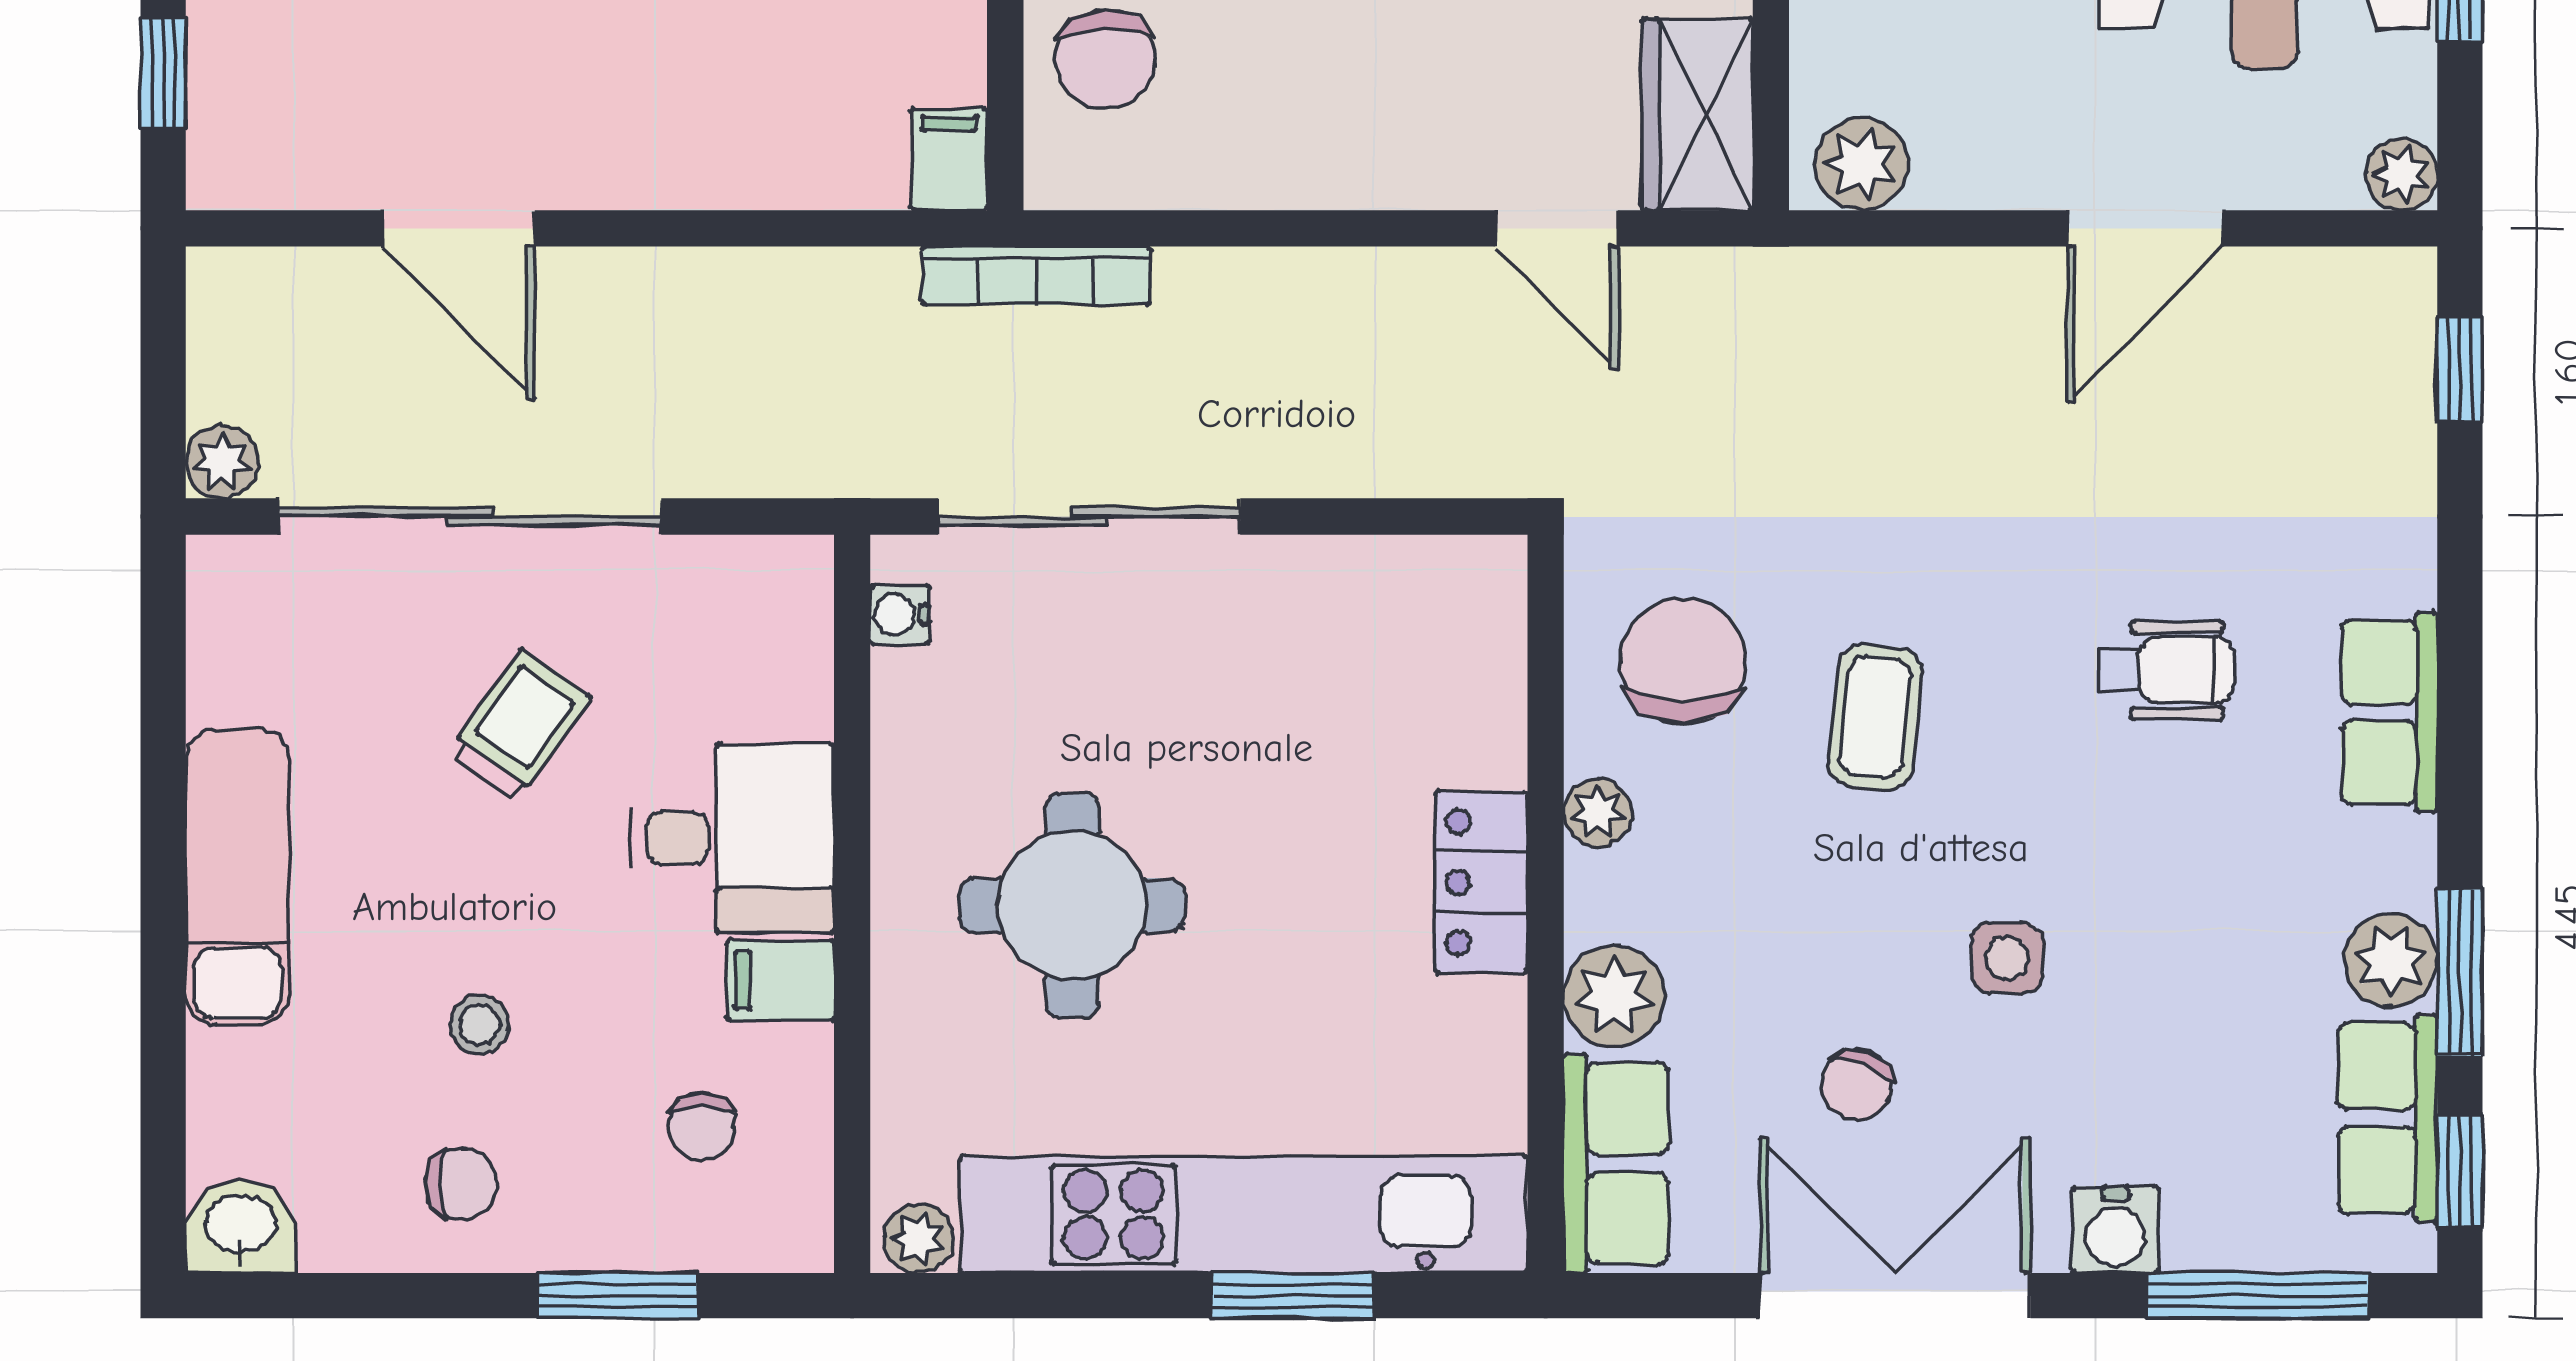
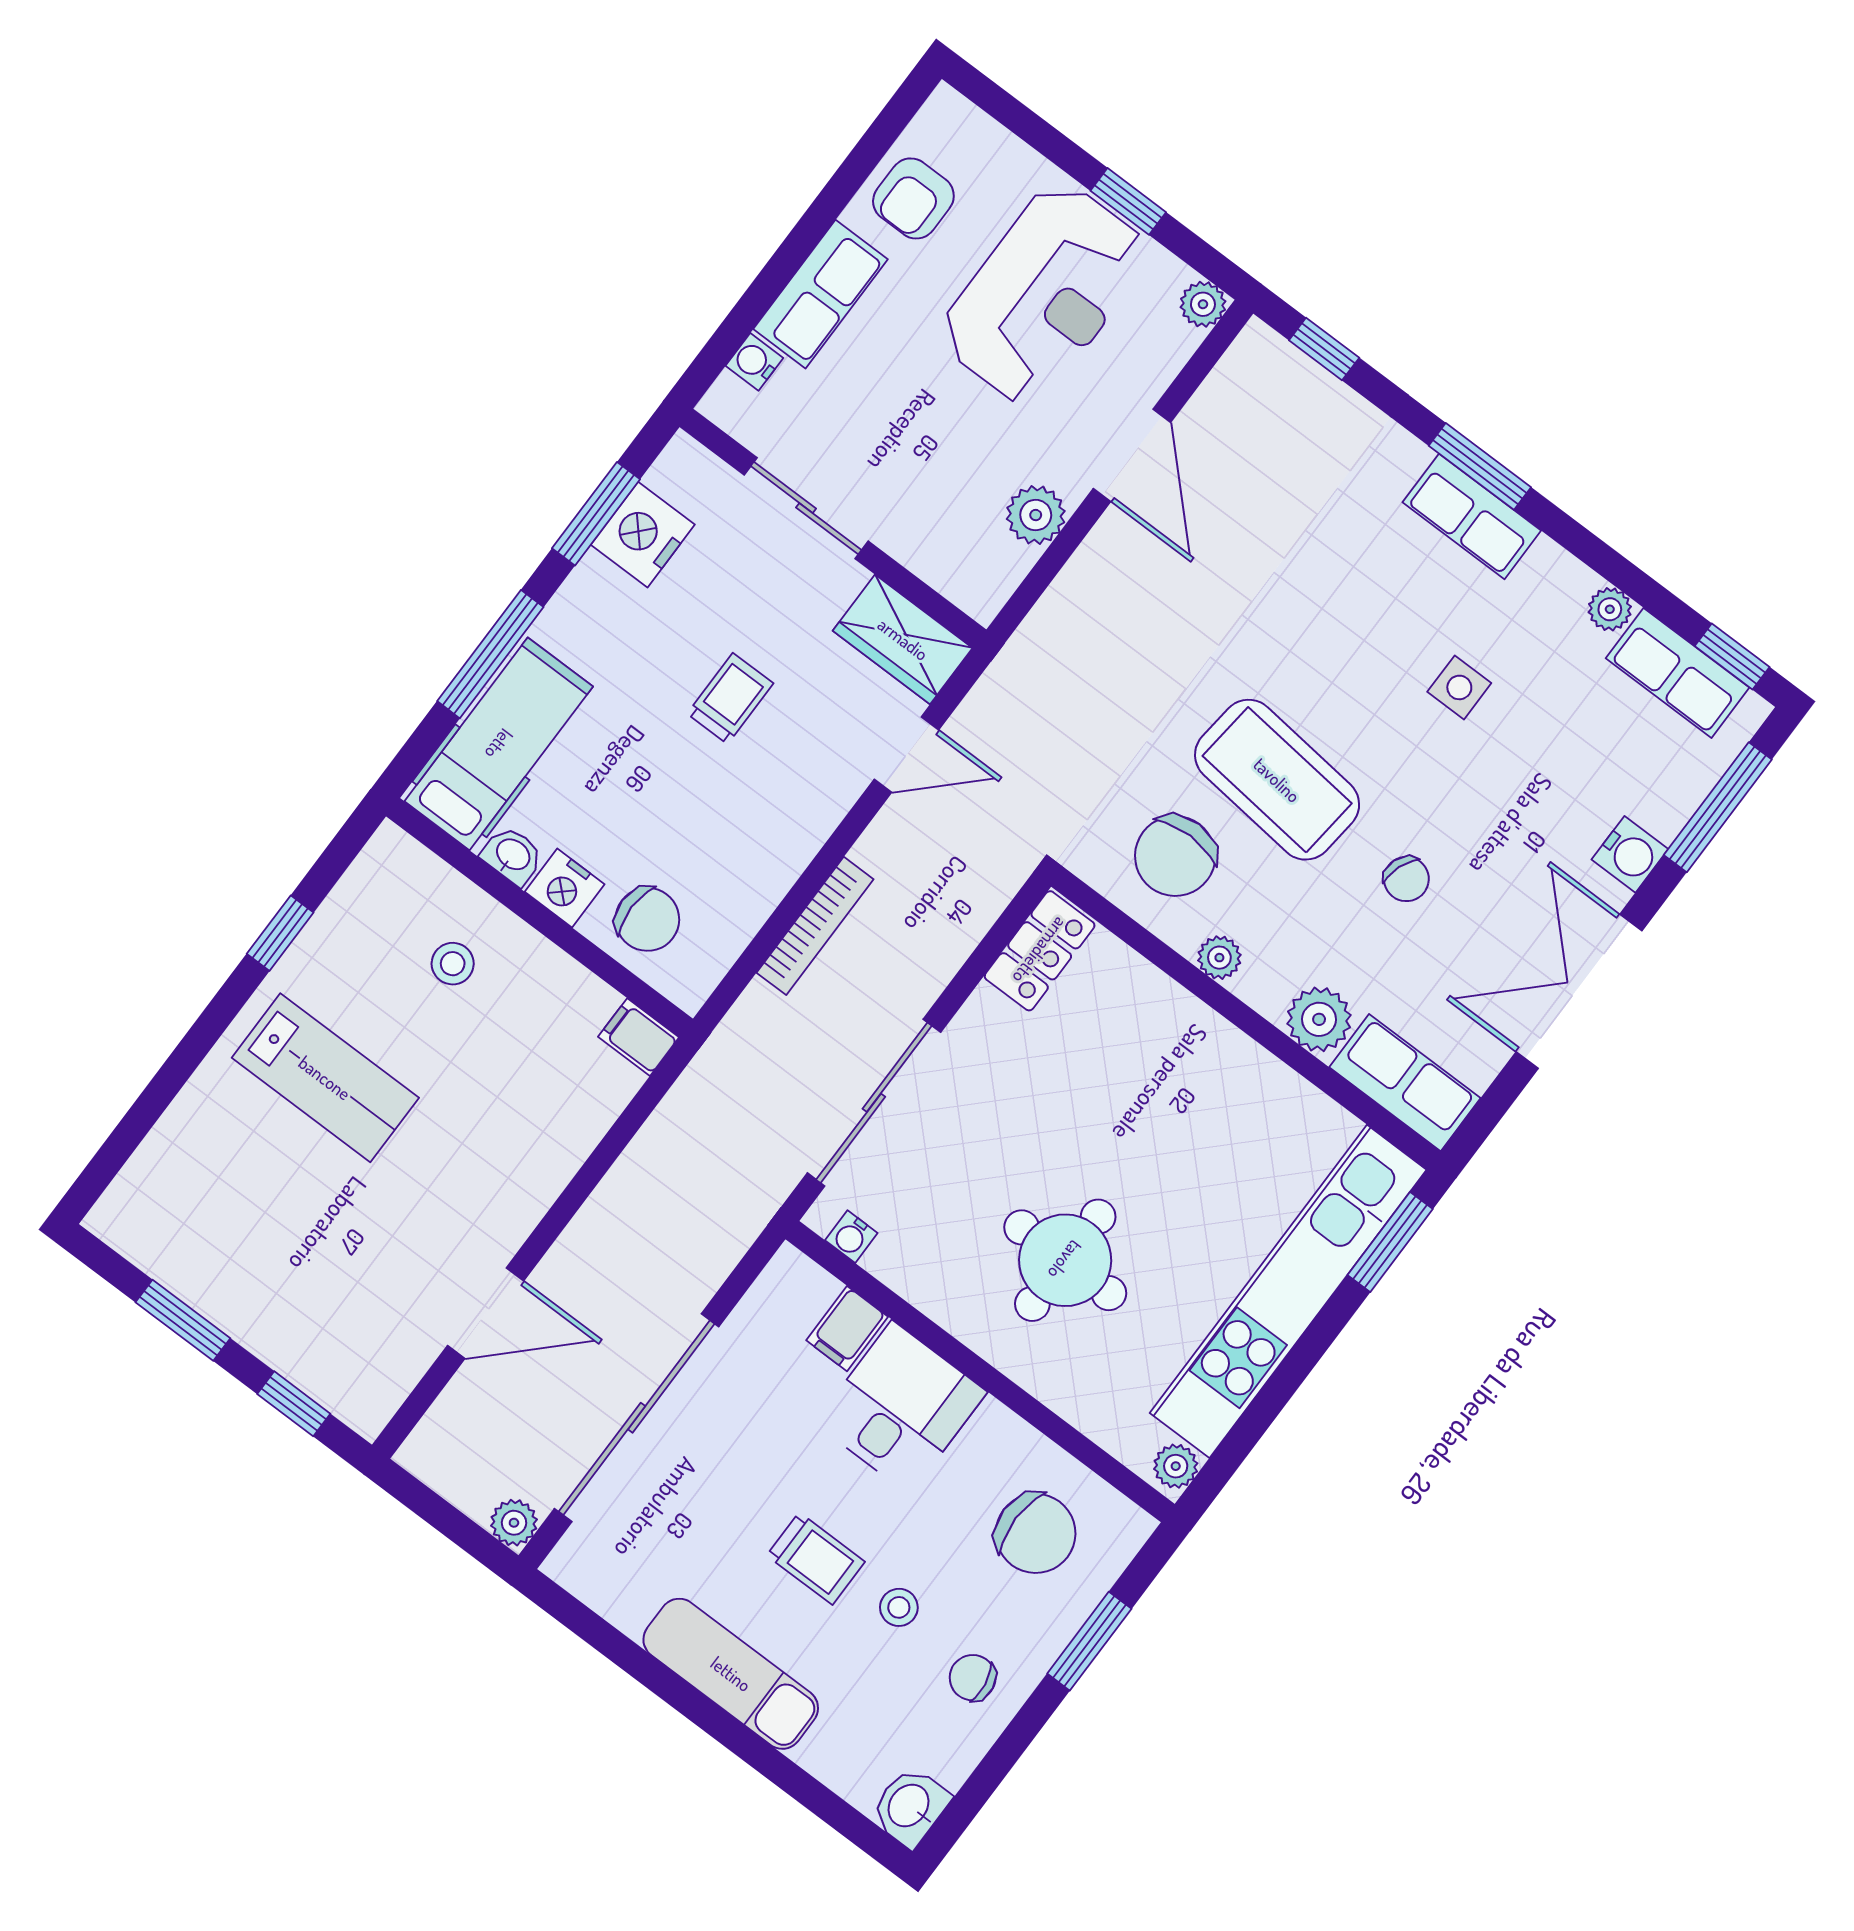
plant: (1862, 164) -> (1036, 515), moved
bookcase: (1036, 276) -> (815, 926), moved
chair: (1683, 661) -> (1175, 856), turned -90
wheelchair: (2166, 670) -> (1365, 614), removed
coffee table: (1875, 717) -> (1277, 780), width x1.86, depth x1.72
trolley: (519, 725) -> (816, 1559), moved, turned 145
locker: (1481, 882) -> (1040, 951), moved, turned -90
side table: (2007, 958) -> (1459, 687), moved
plant: (2391, 960) -> (1610, 609), width x0.73, depth x0.73
window: (2460, 972) -> (1480, 466), moved
filing cabinet: (780, 980) -> (847, 1329), moved
chair: (1857, 1085) -> (1406, 879), moved
chair: (702, 1126) -> (1036, 1533), width x1.87, depth x1.87
chair: (461, 1184) -> (973, 1678), turned -99
window: (1293, 1296) -> (1390, 1242), moved

